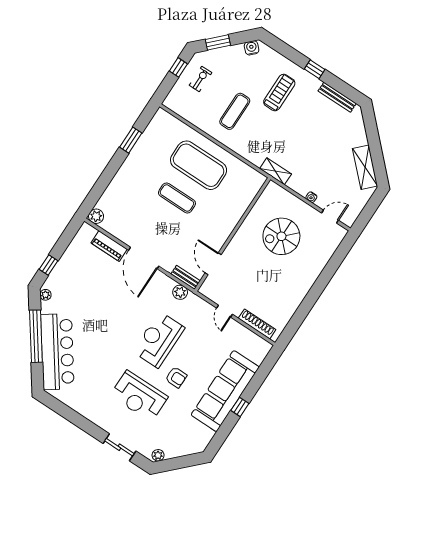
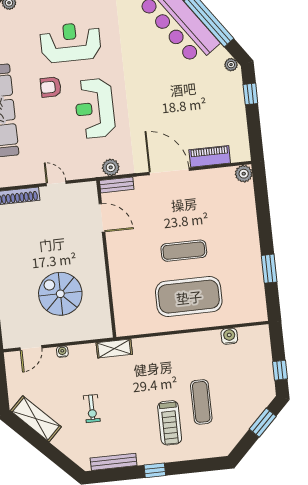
water cooler: (252, 48) -> (229, 336), moved, turned -135
exercise bike: (201, 79) -> (92, 409), moved
exercise mat: (235, 111) -> (201, 402), moved
spiral stairs: (281, 236) -> (60, 294), turned -90
reception desk: (159, 340) -> (95, 108), turned 180

